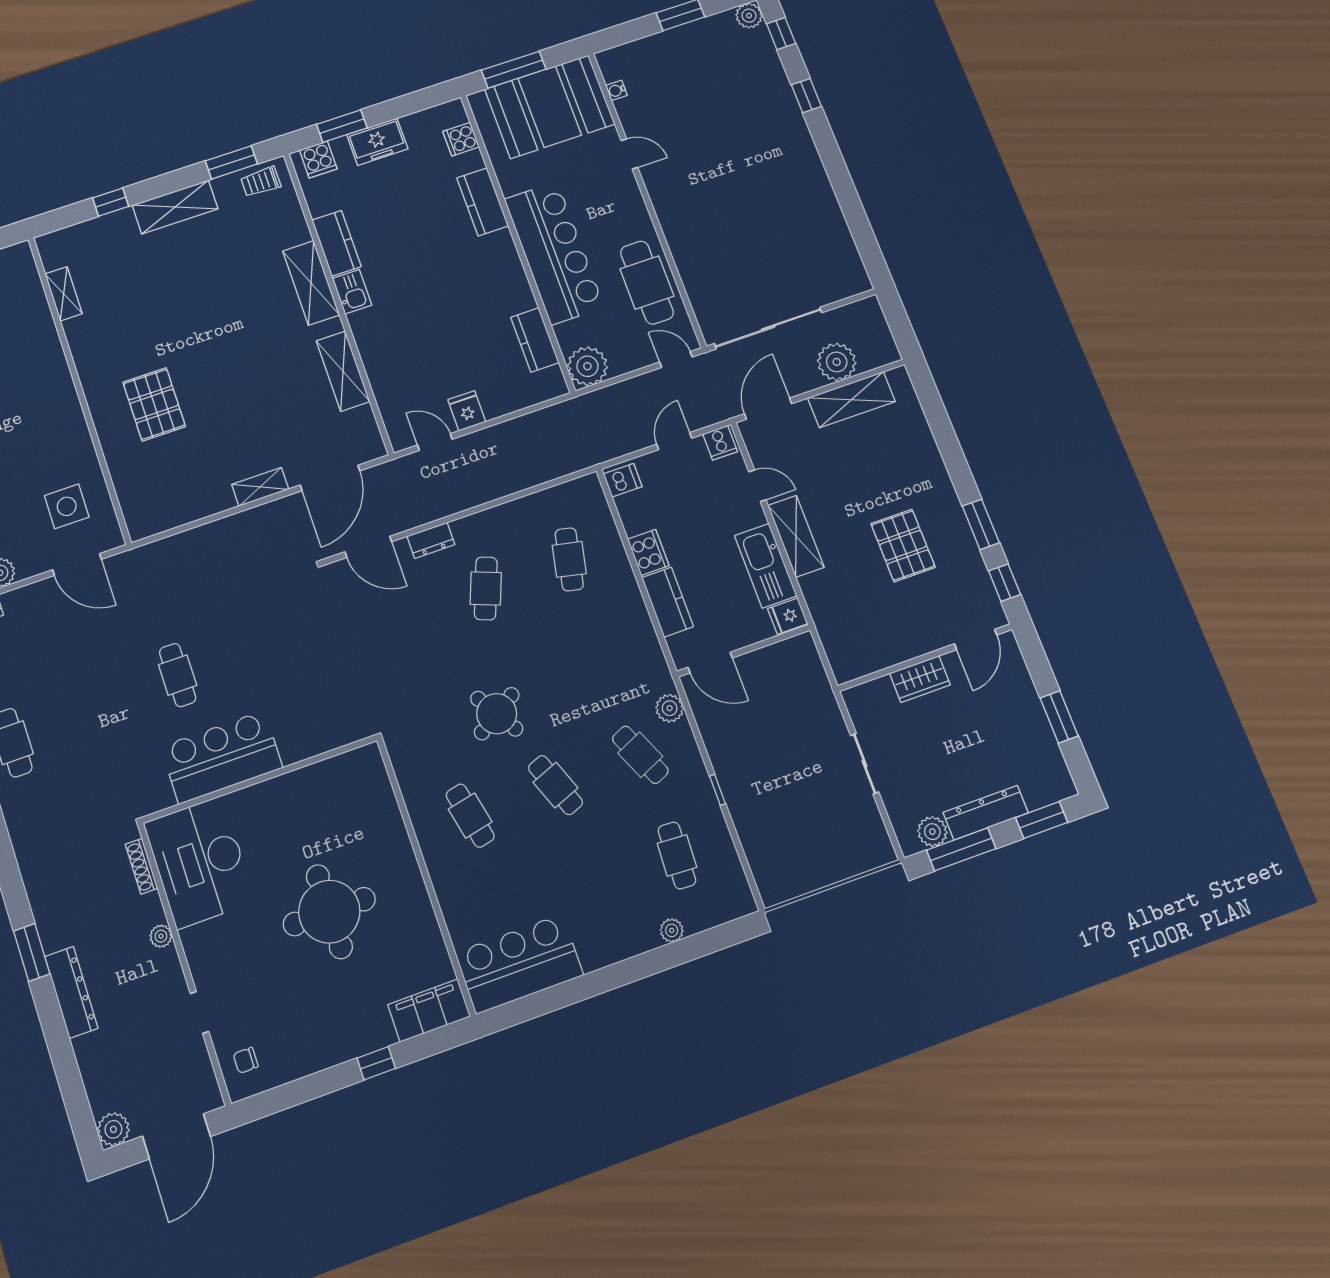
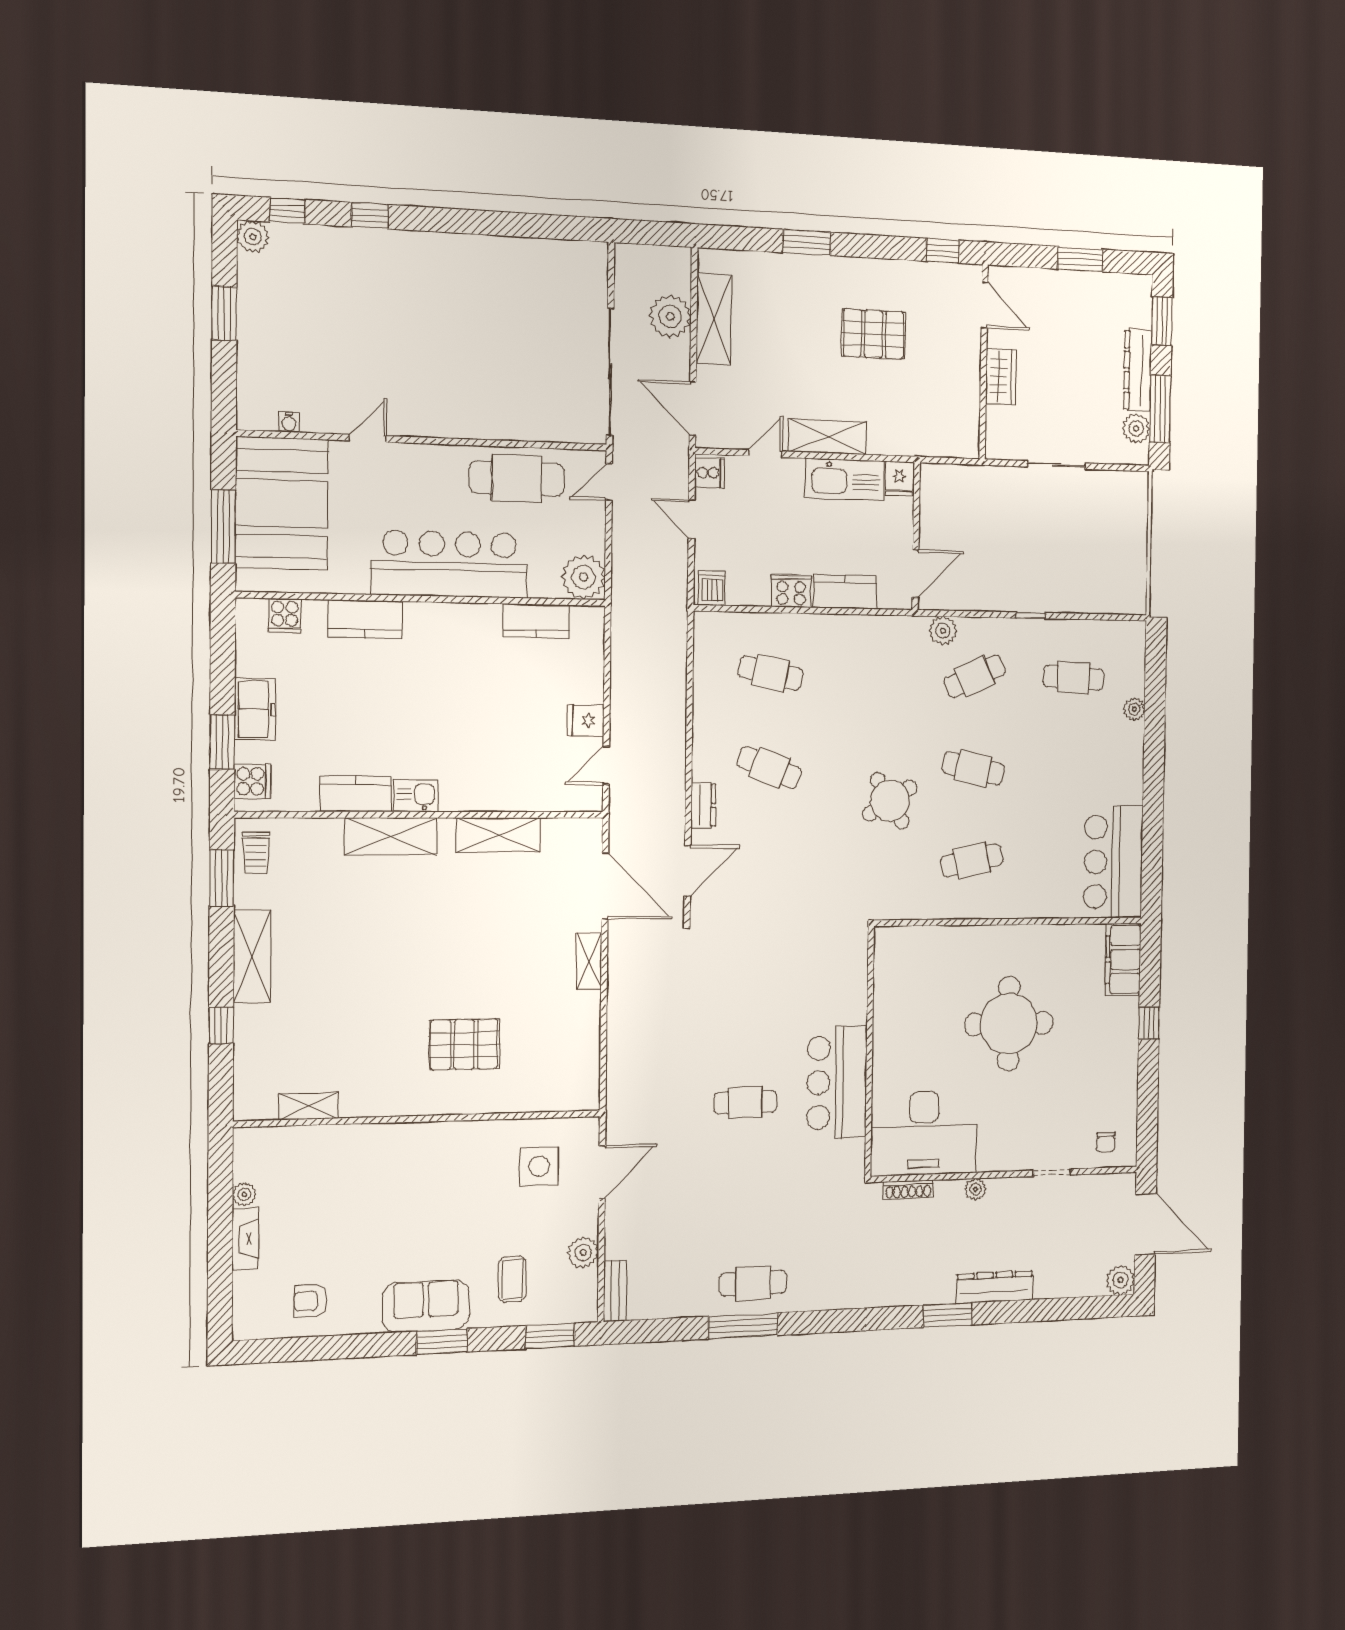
window: (981, 524) -> (807, 242), moved
cafe table: (556, 785) -> (973, 769), turned 33

